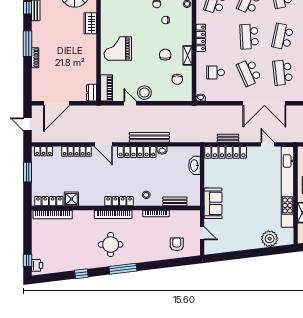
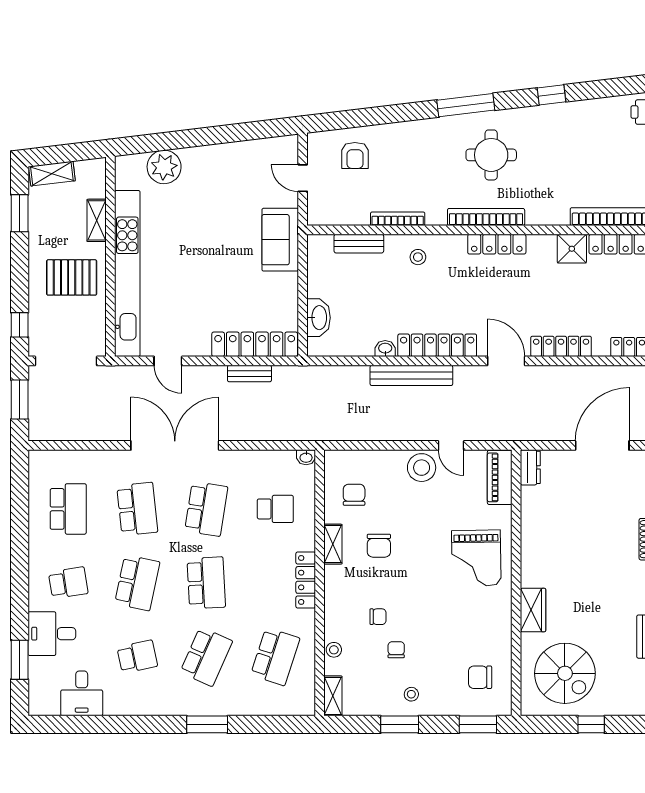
grand piano: (118, 49) -> (476, 558), turned 89
school desk: (249, 72) -> (206, 509), turned 33
locker: (119, 201) -> (497, 244), moved

